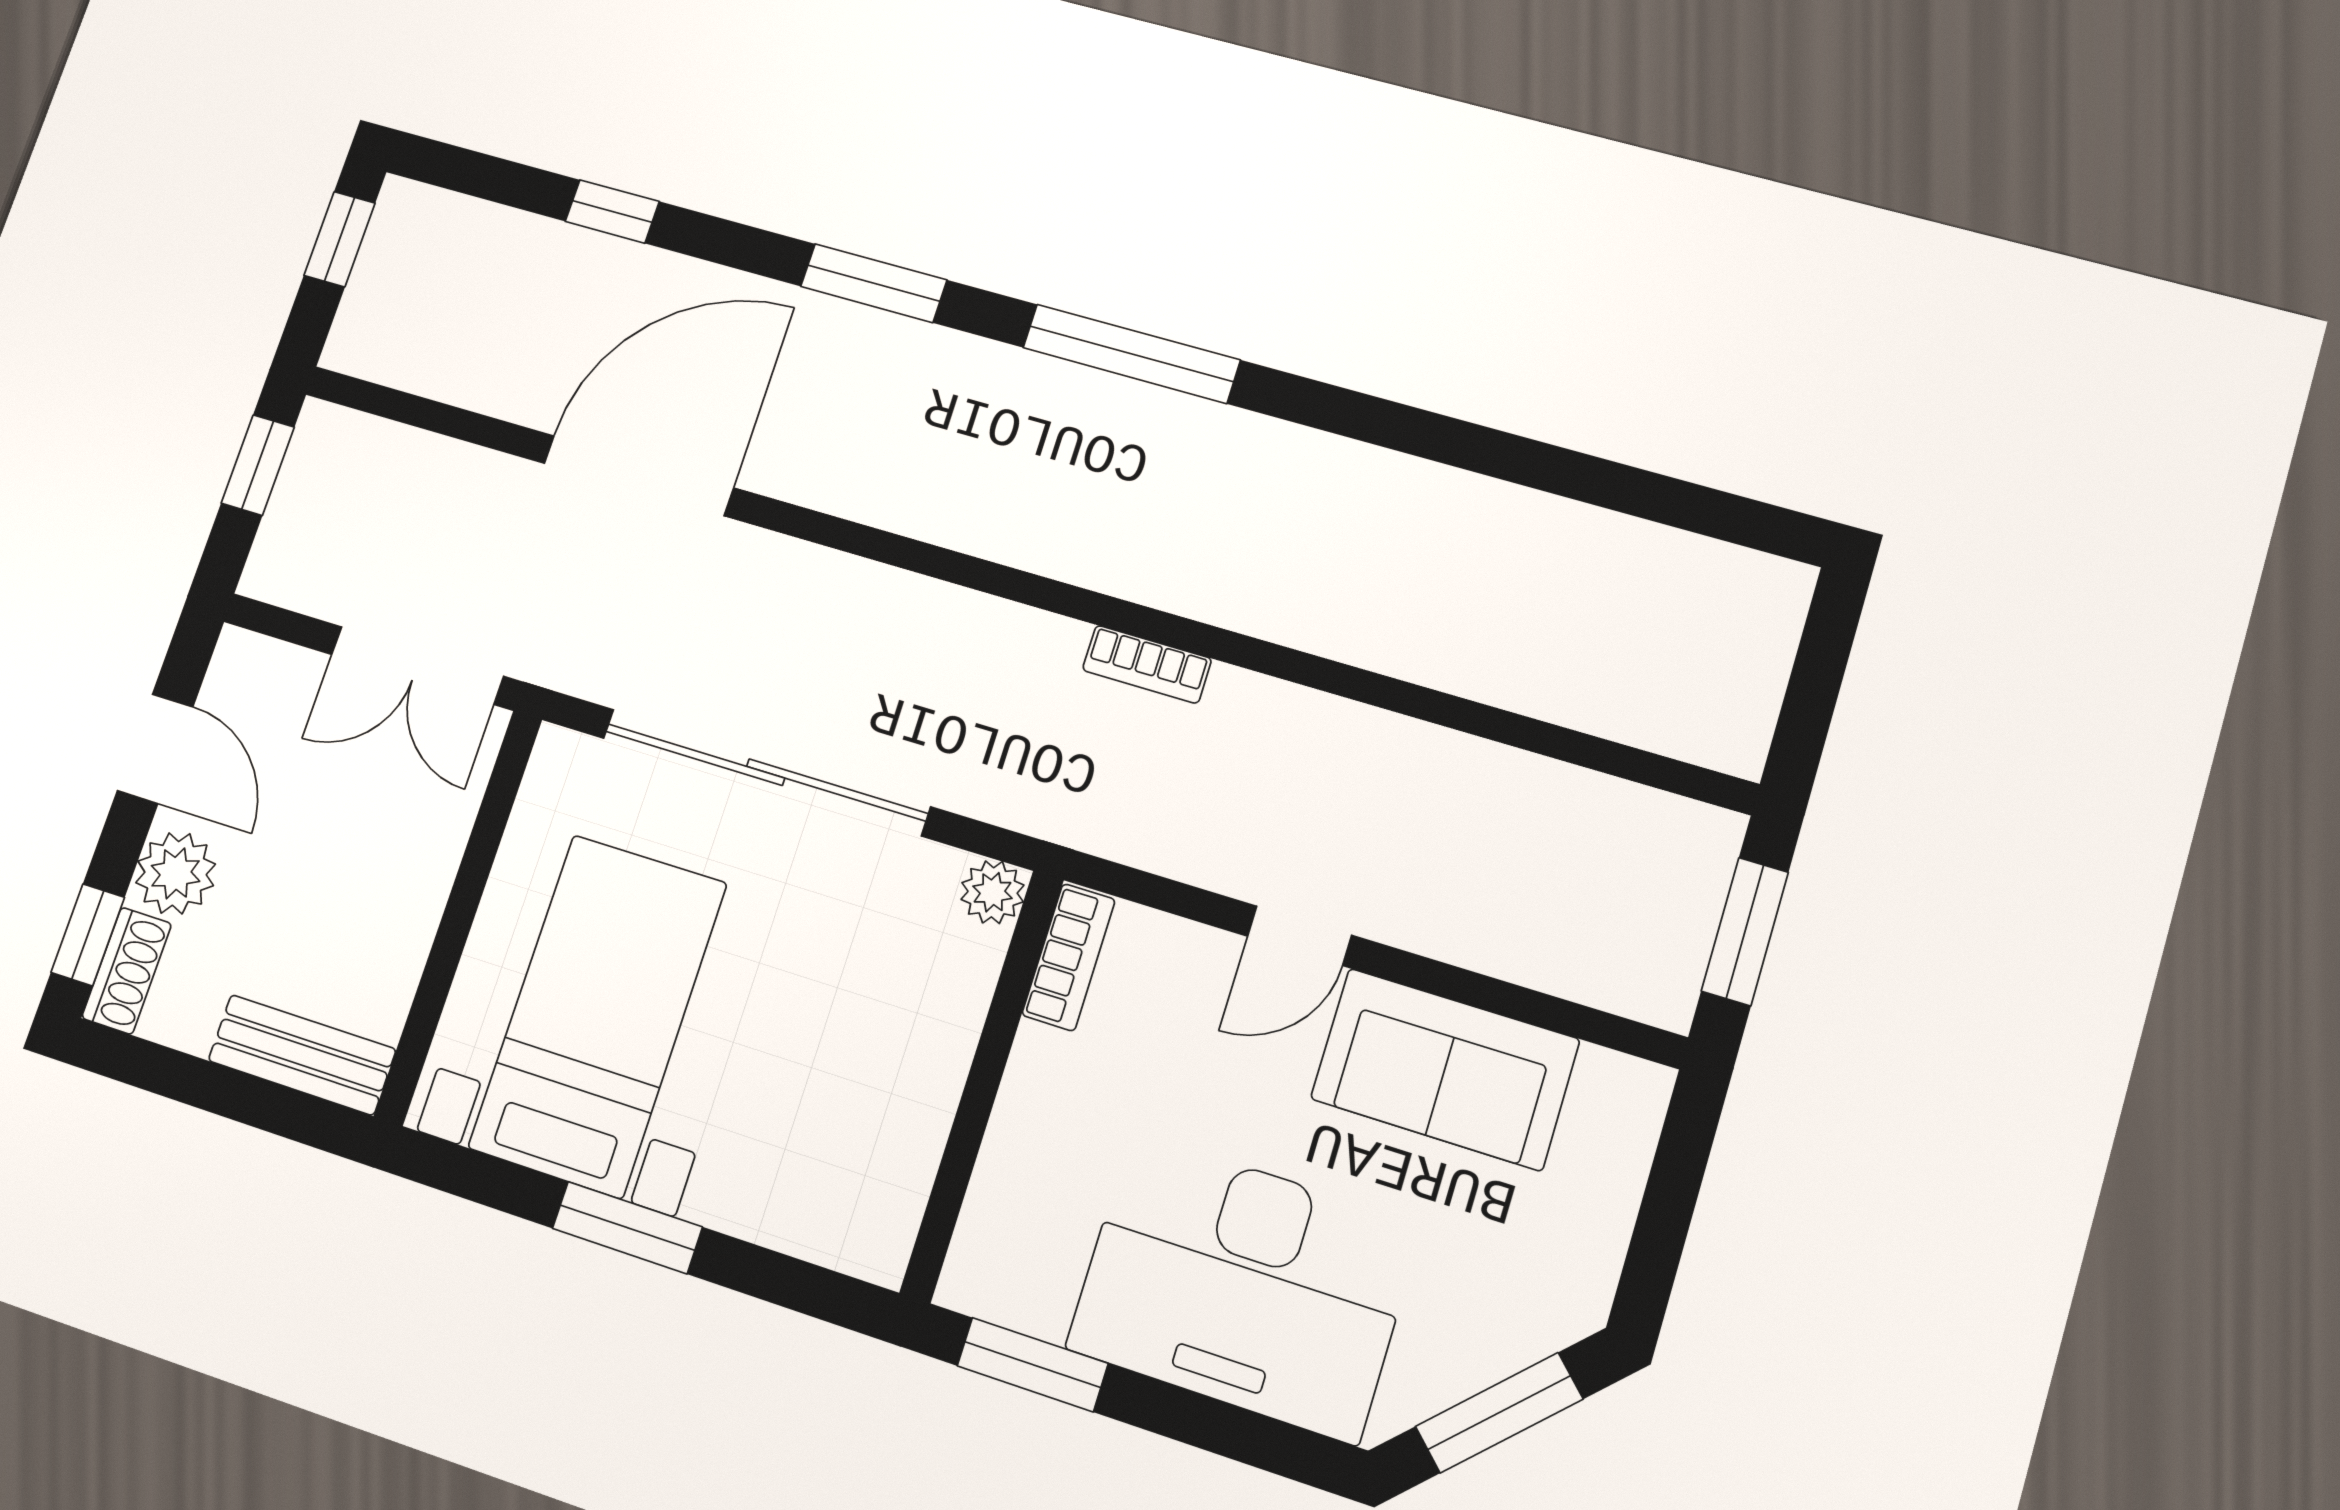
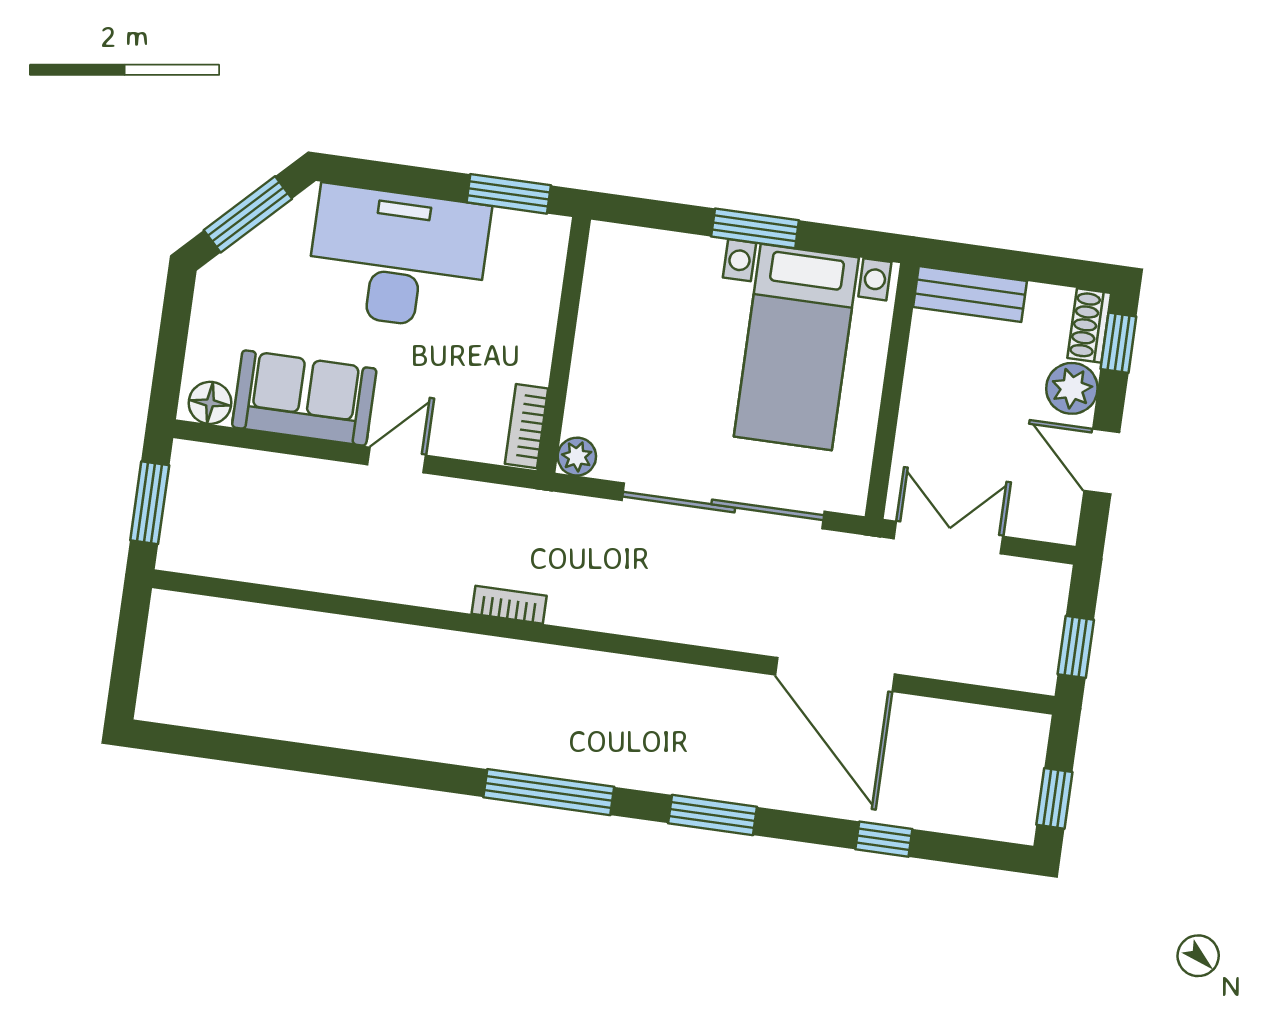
door: (638, 476) -> (835, 675), hinge flipped
floor lamp: (1614, 1088) -> (210, 403), added

